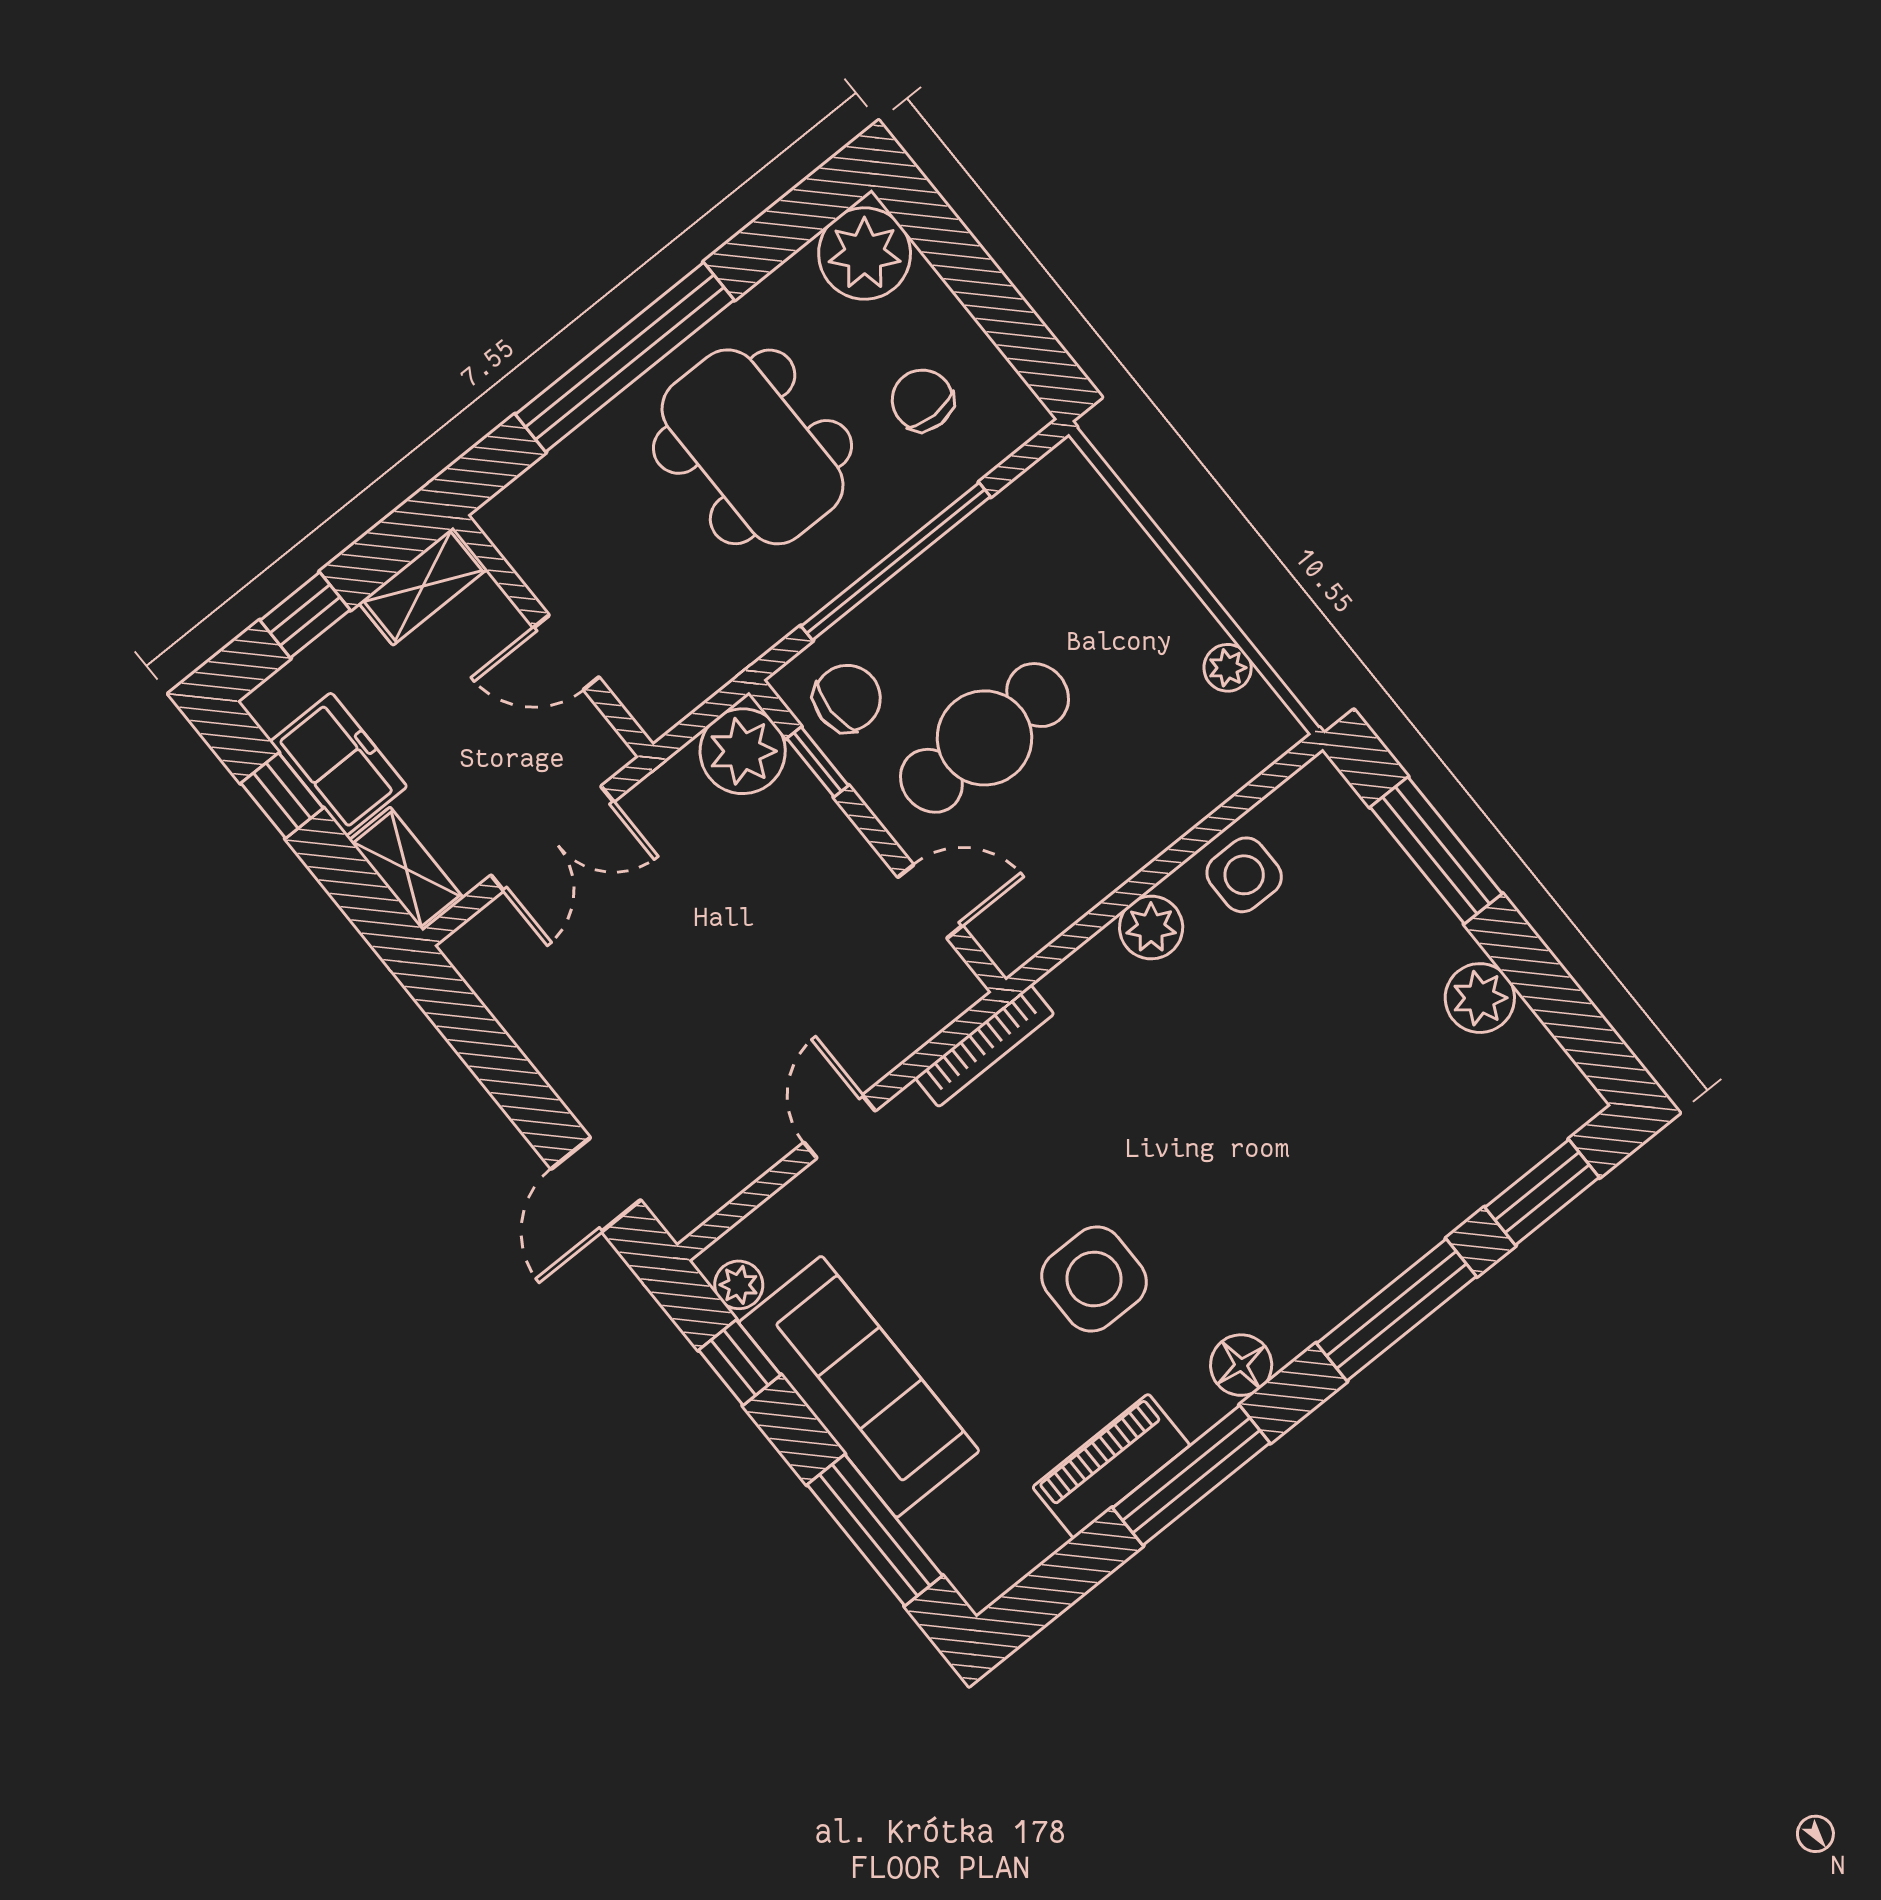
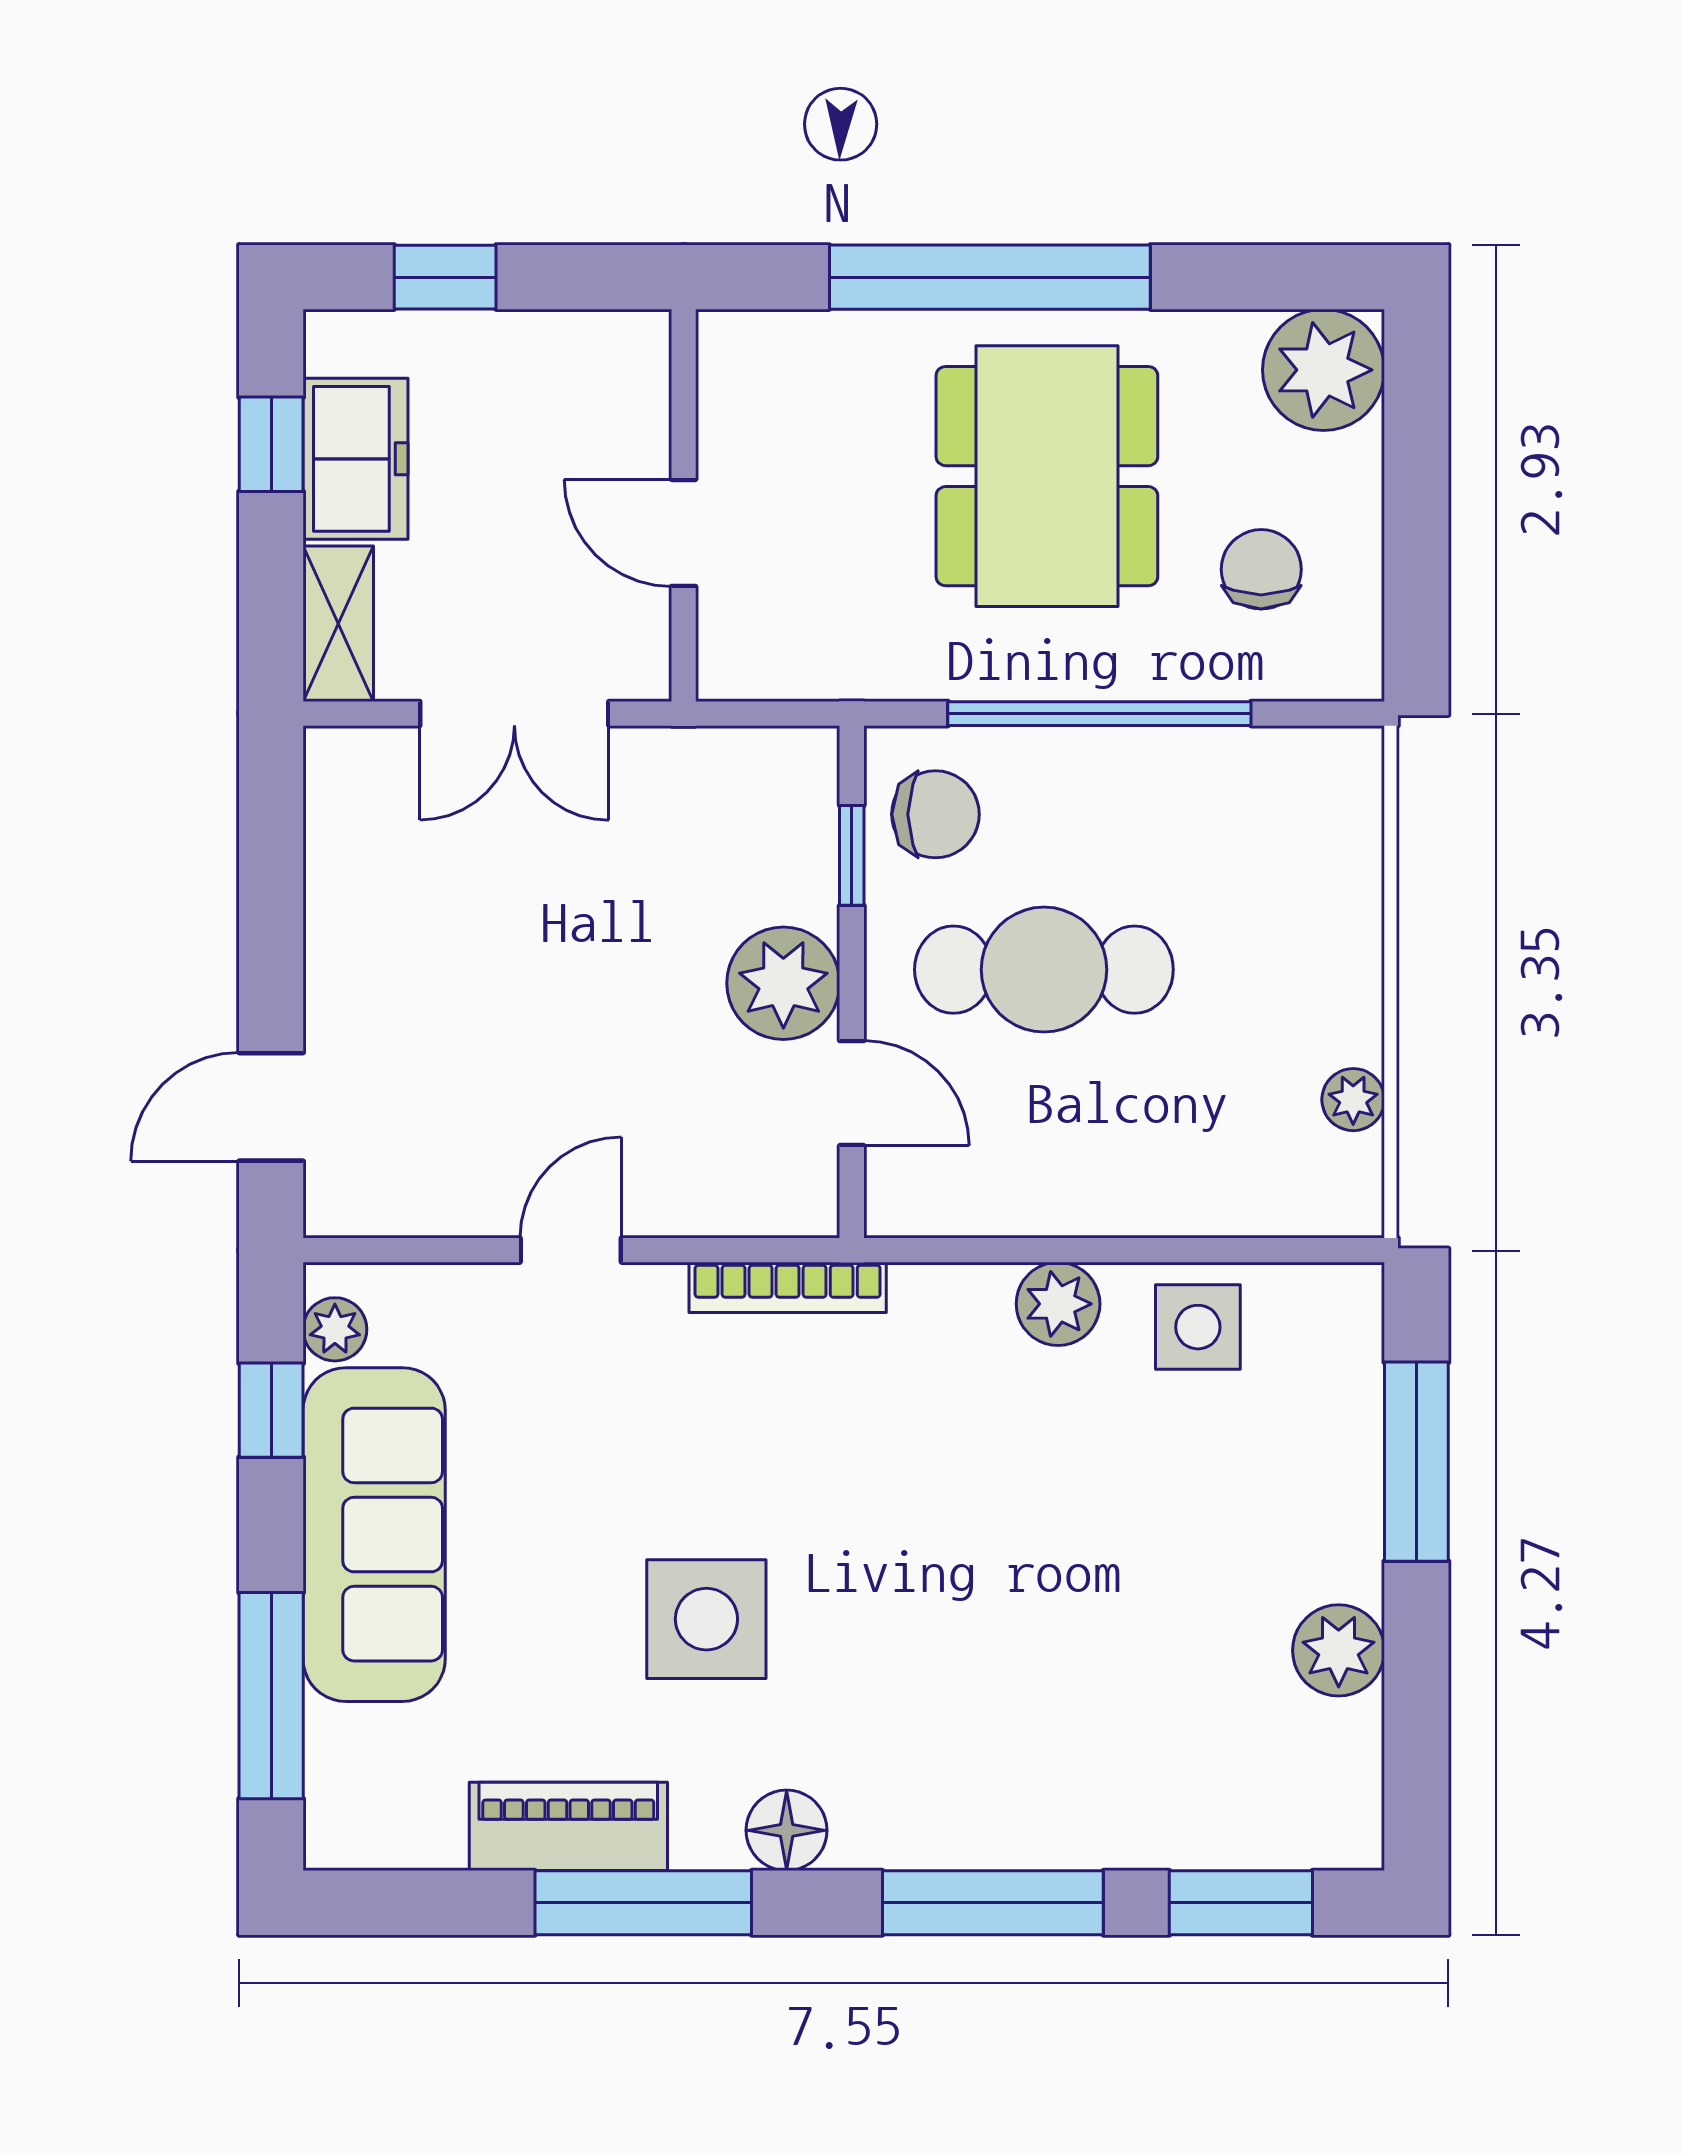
shelving: (423, 586) -> (591, 345), removed
plant: (743, 751) -> (783, 983), moved

